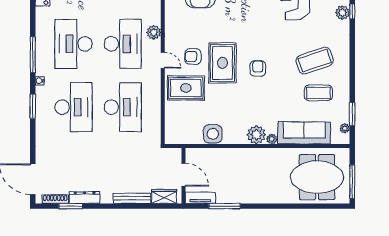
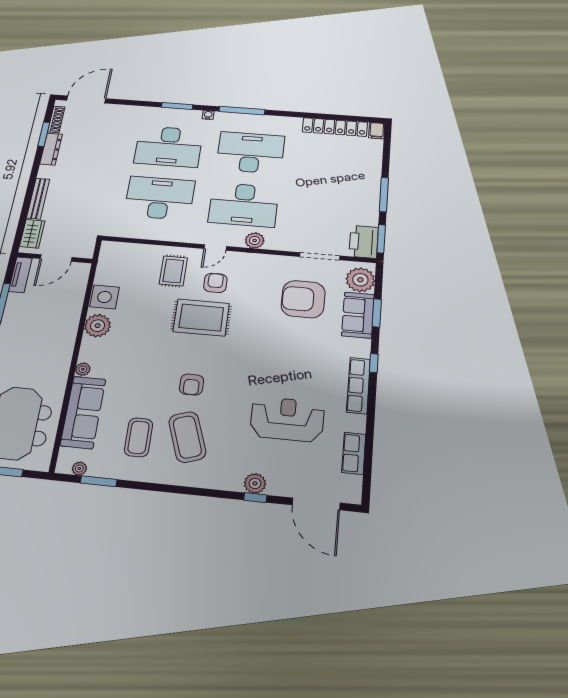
armchair: (258, 68) -> (191, 385), moved, turned 90
rug: (186, 88) -> (173, 271), width x0.73, depth x0.70
desk: (123, 107) -> (160, 198), turned 180
plant: (256, 135) -> (98, 326), moved

